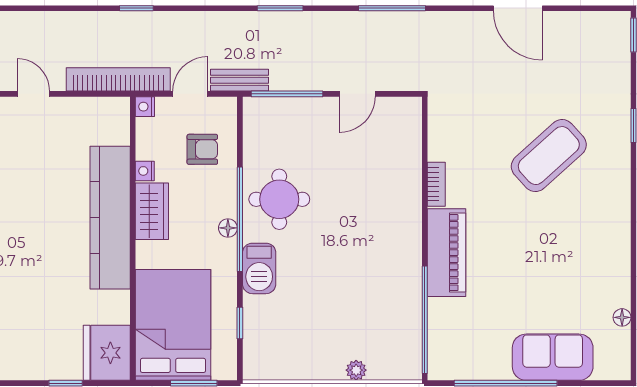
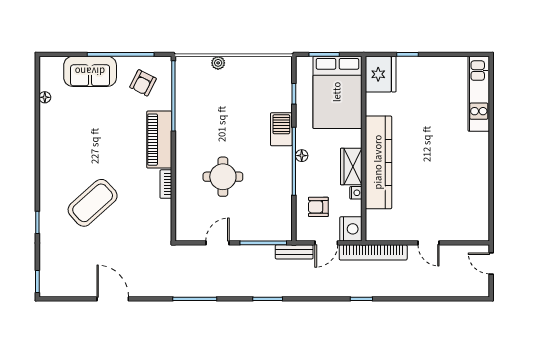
nightstand: (145, 107) -> (351, 229), width x1.89, depth x1.79
round table: (279, 199) -> (223, 177), moved
armchair: (471, 340) -> (143, 83), added

